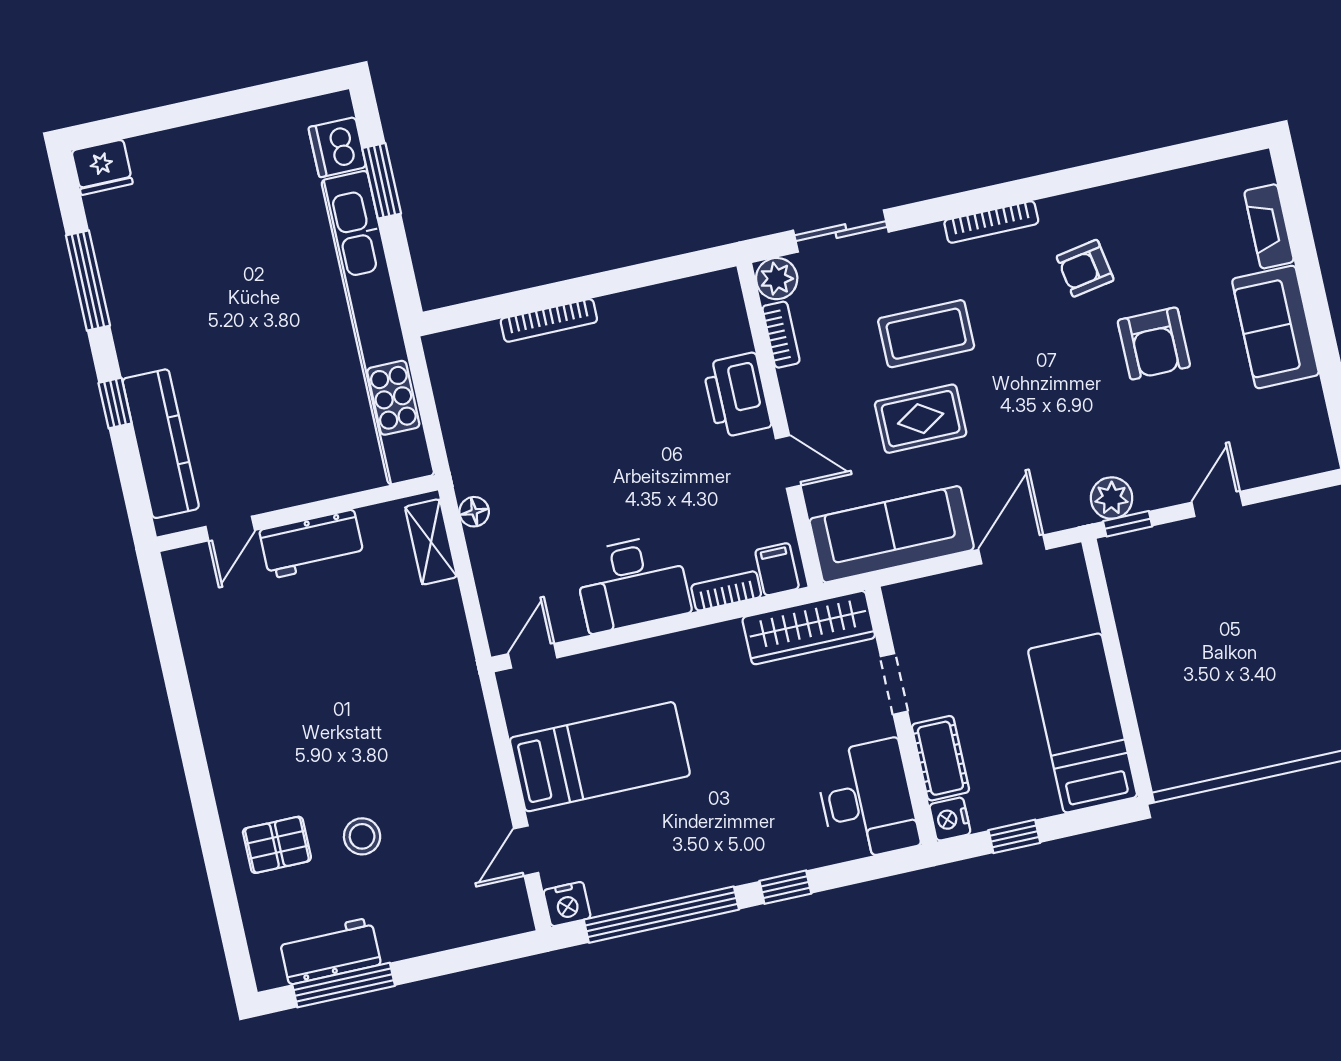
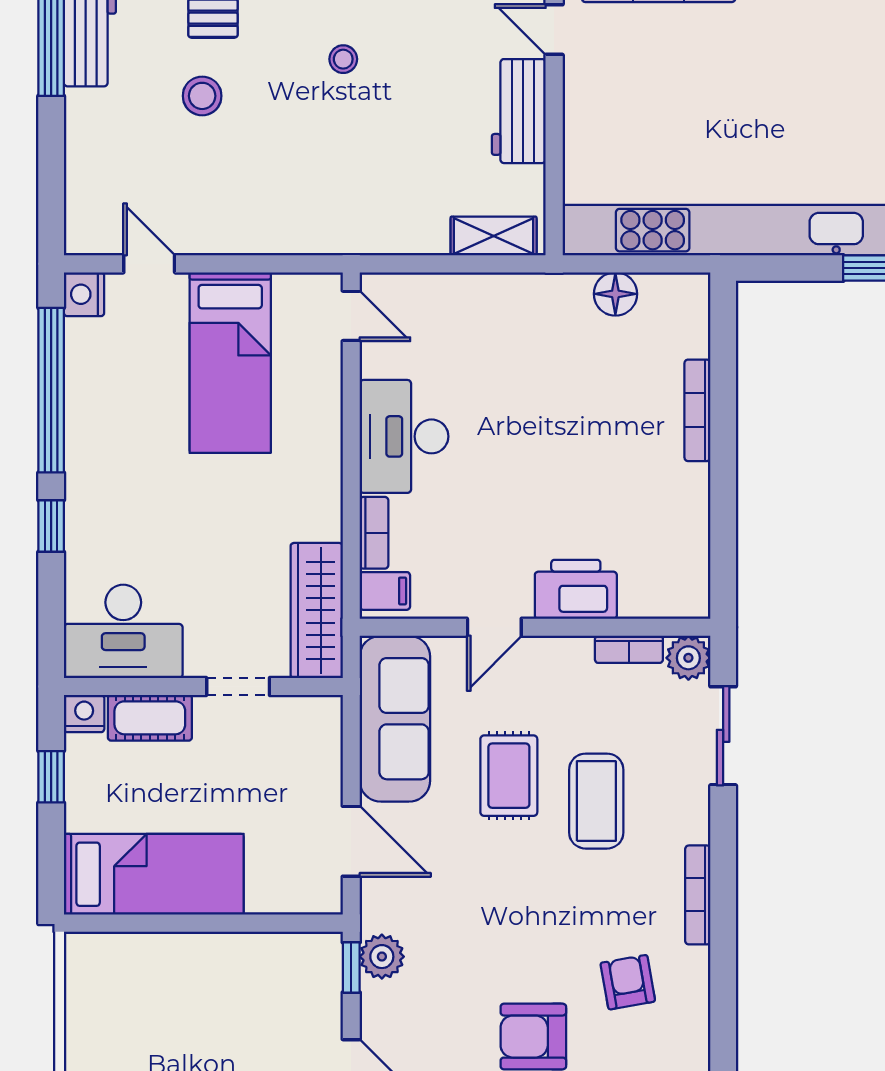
floor lamp: (474, 512) -> (615, 294), moved, width x1.37, depth x1.37
stool: (300, 715) -> (343, 59), added

